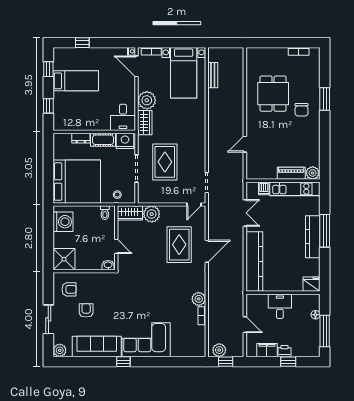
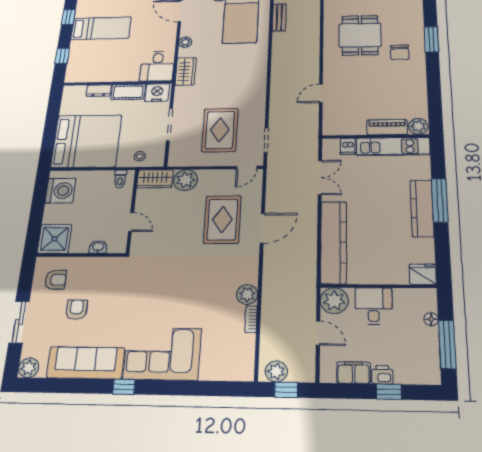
plant: (147, 100) -> (185, 42), width x0.53, depth x0.53
rug: (165, 162) -> (220, 130), moved
washbasin: (108, 265) -> (98, 247), moved
plant: (255, 303) -> (334, 301), added

